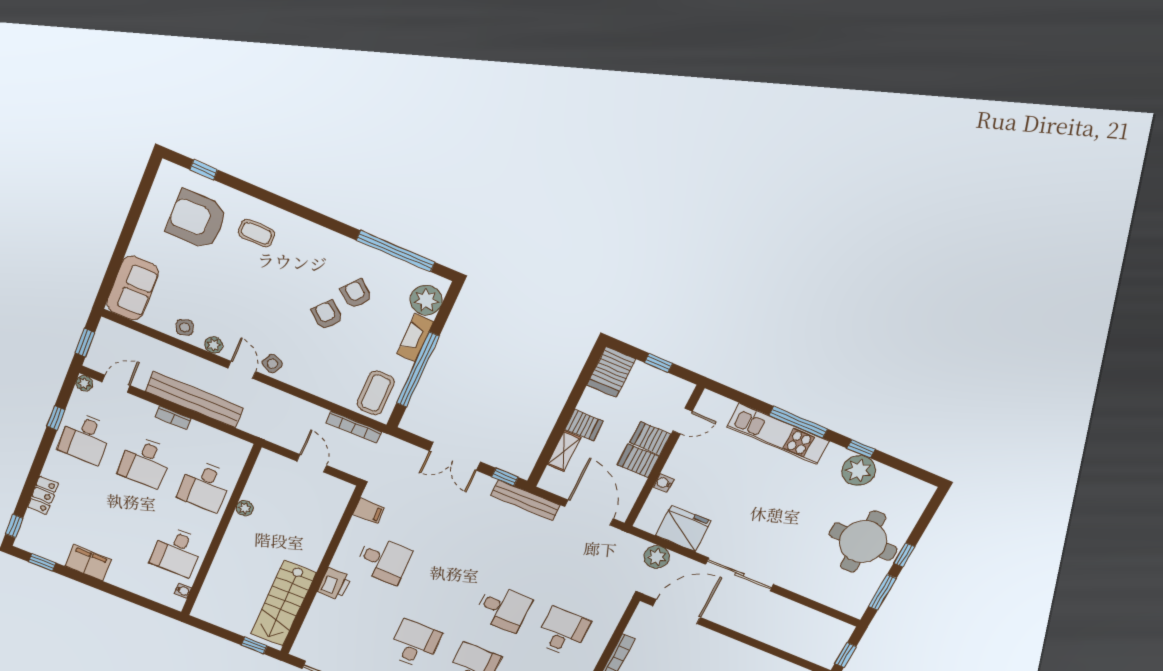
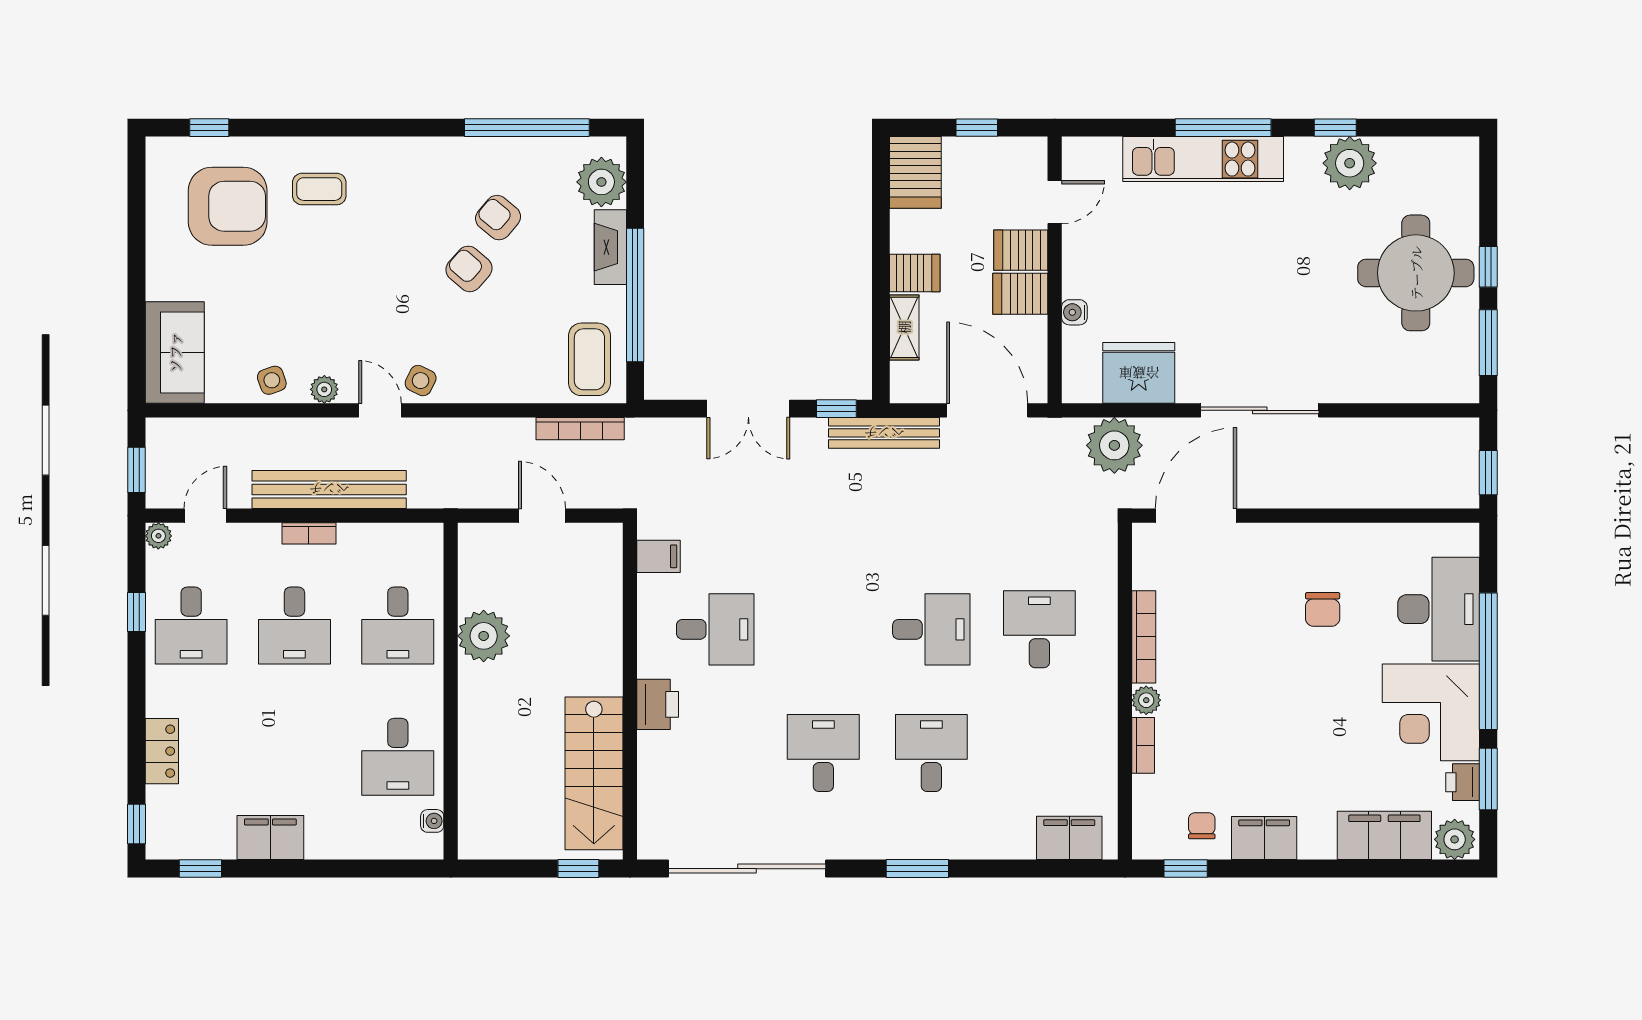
armchair: (197, 220) -> (228, 206), turned 180
plant: (245, 508) -> (484, 636), width x1.88, depth x1.88
plant: (657, 557) -> (1114, 445), width x1.36, depth x1.36

